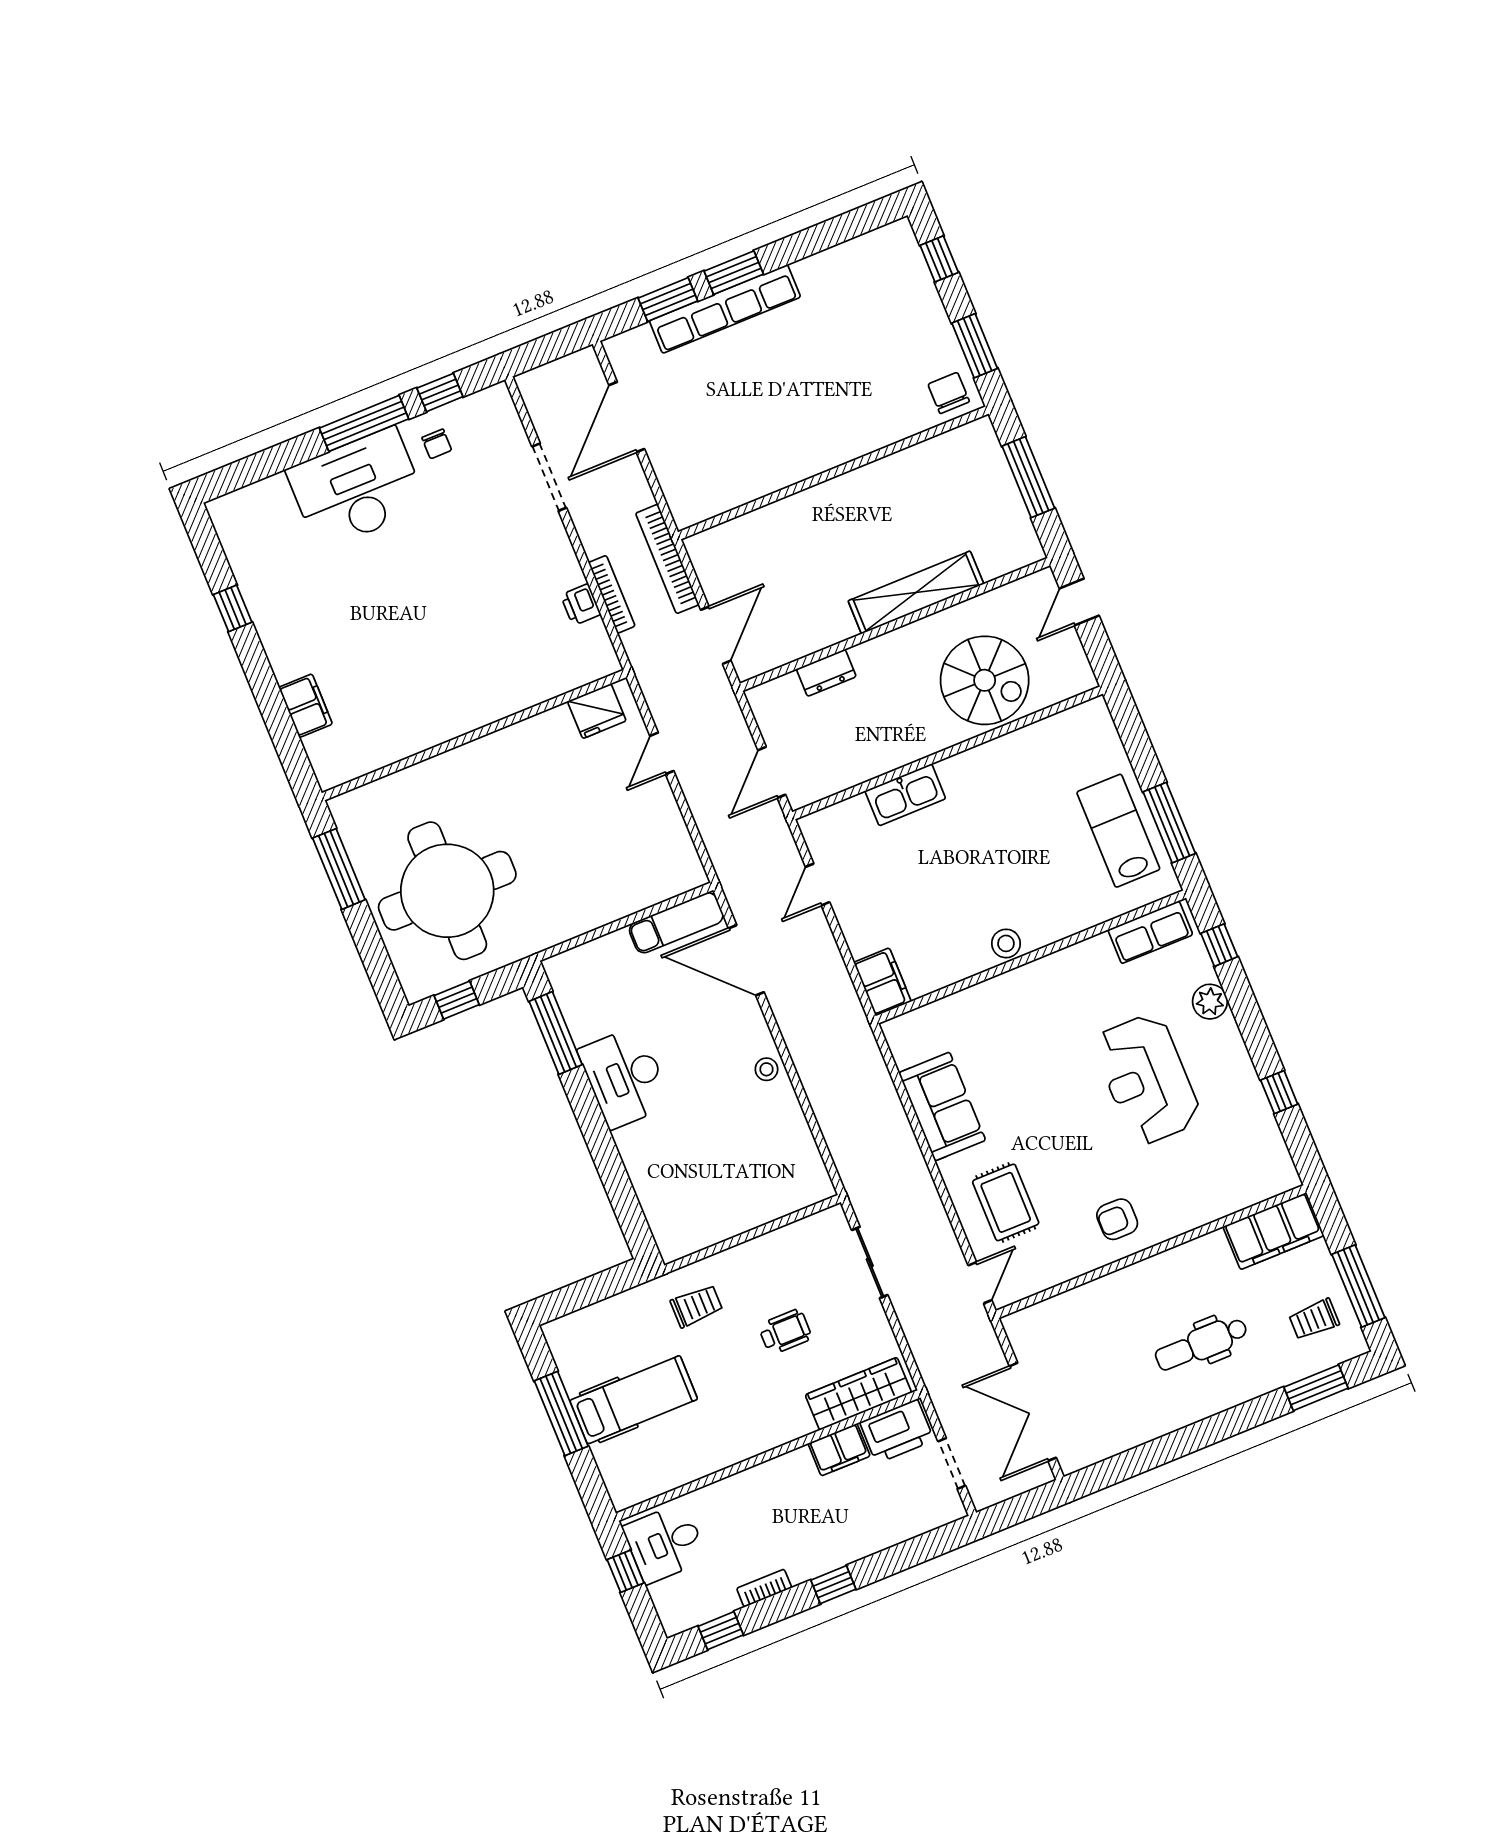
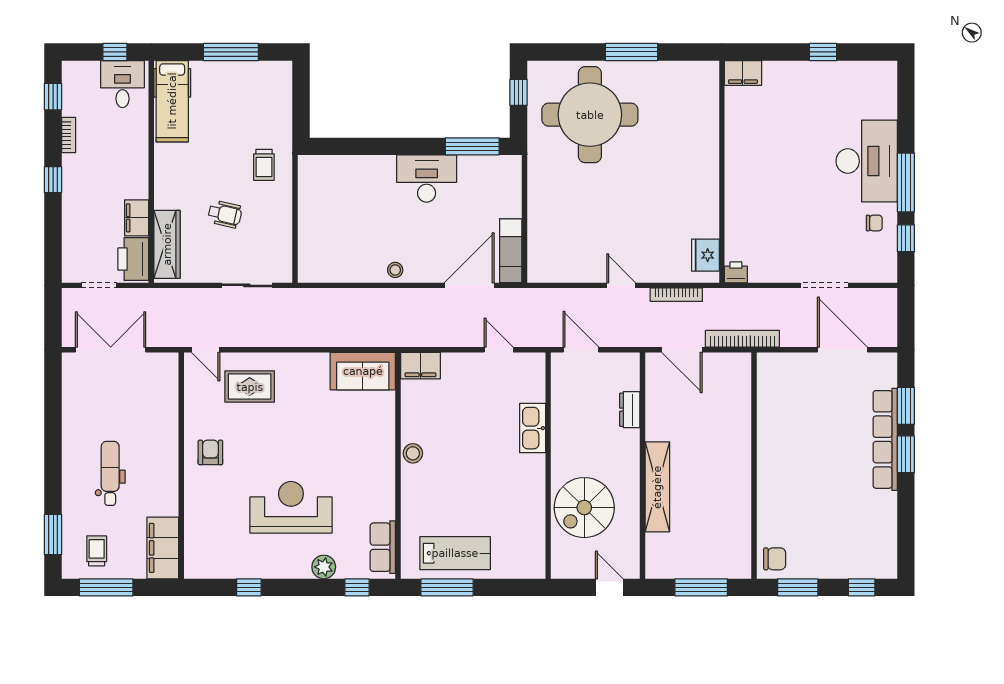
chair: (437, 444) -> (874, 223), turned 180
bookcase: (612, 594) -> (676, 295), moved
fridge: (597, 711) -> (705, 255), moved
wall: (474, 735) -> (722, 172), moved
sofa: (942, 1107) -> (363, 371), moved
wheelchair: (785, 1332) -> (225, 214), turned -77
hospital bed: (634, 1400) -> (172, 101), moved

